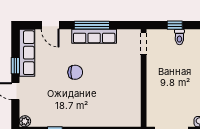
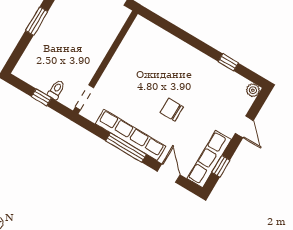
row of seats: (94, 36) -> (130, 135), width x1.36
toilet: (179, 37) -> (56, 90), moved
window: (15, 66) -> (221, 166), moved

